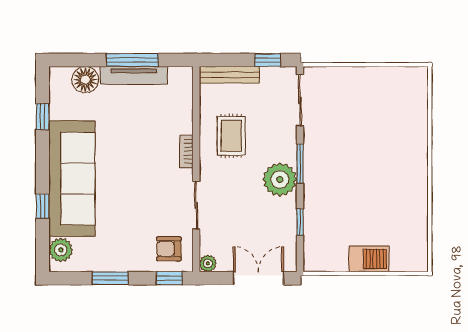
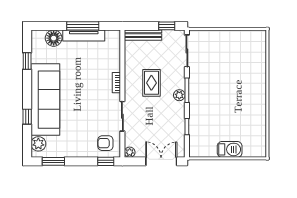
rug: (231, 136) -> (151, 83), moved
plant: (280, 179) -> (179, 95), width x0.53, depth x0.53
window: (110, 278) -> (53, 161), moved

